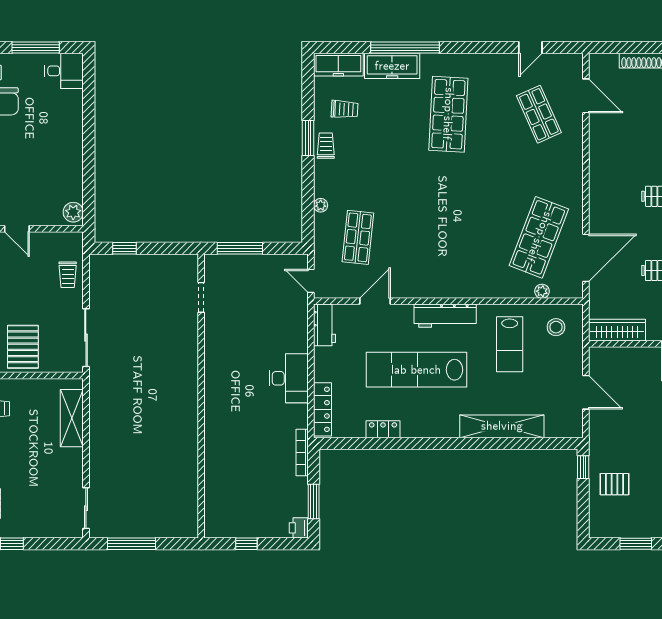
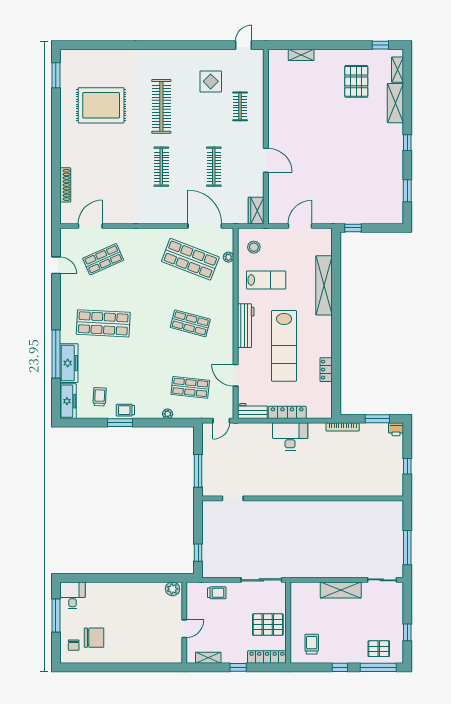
shop shelf: (448, 237) -> (190, 323), added
wardrobe: (617, 330) -> (256, 211), width x0.67
locker: (322, 409) -> (287, 412), moved
shelving: (72, 418) -> (341, 590), moved
pallet: (615, 484) -> (365, 206), removed

